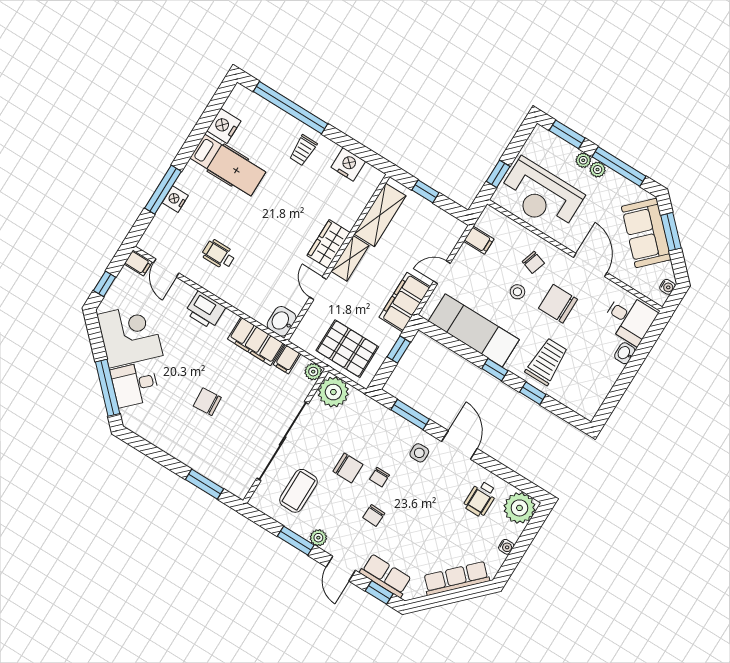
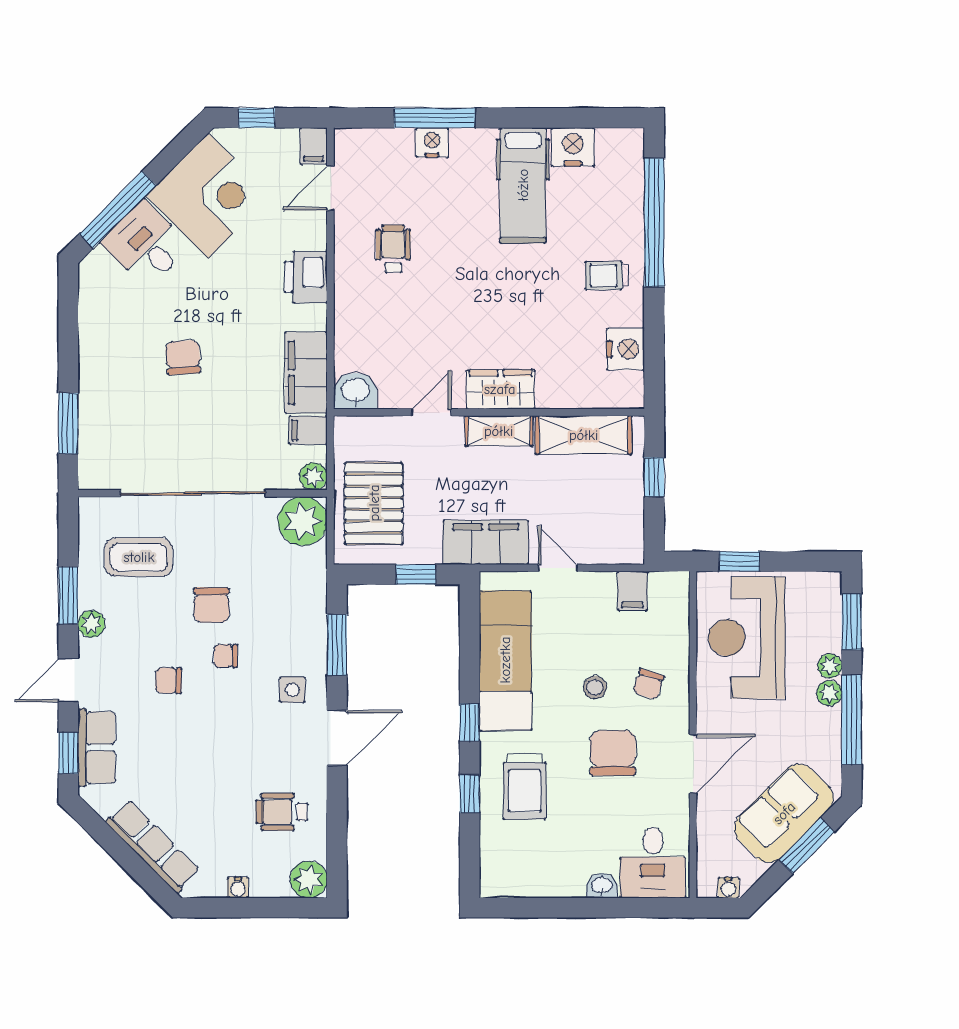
trolley: (547, 362) -> (525, 786), turned 90
plant: (519, 508) -> (309, 880), width x0.73, depth x0.73

